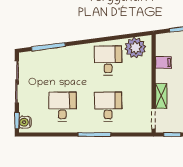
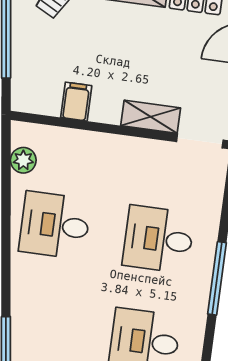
plant: (135, 48) -> (23, 160), width x0.53, depth x0.53

